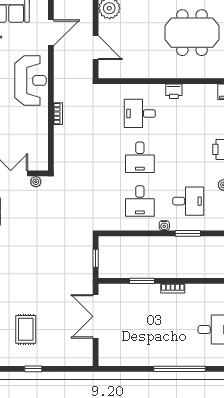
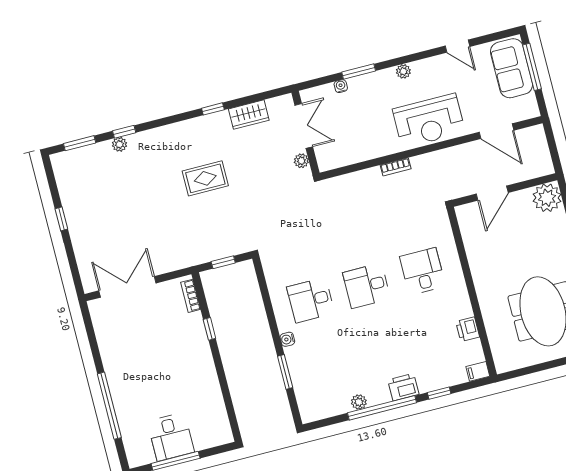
printer: (174, 91) -> (468, 329), moved
desk: (188, 201) -> (327, 362), removed
window: (142, 281) -> (209, 329), width x0.67
bookcase: (173, 288) -> (191, 296), moved
double door: (96, 316) -> (127, 287), moved
rug: (26, 329) -> (205, 178), moved

